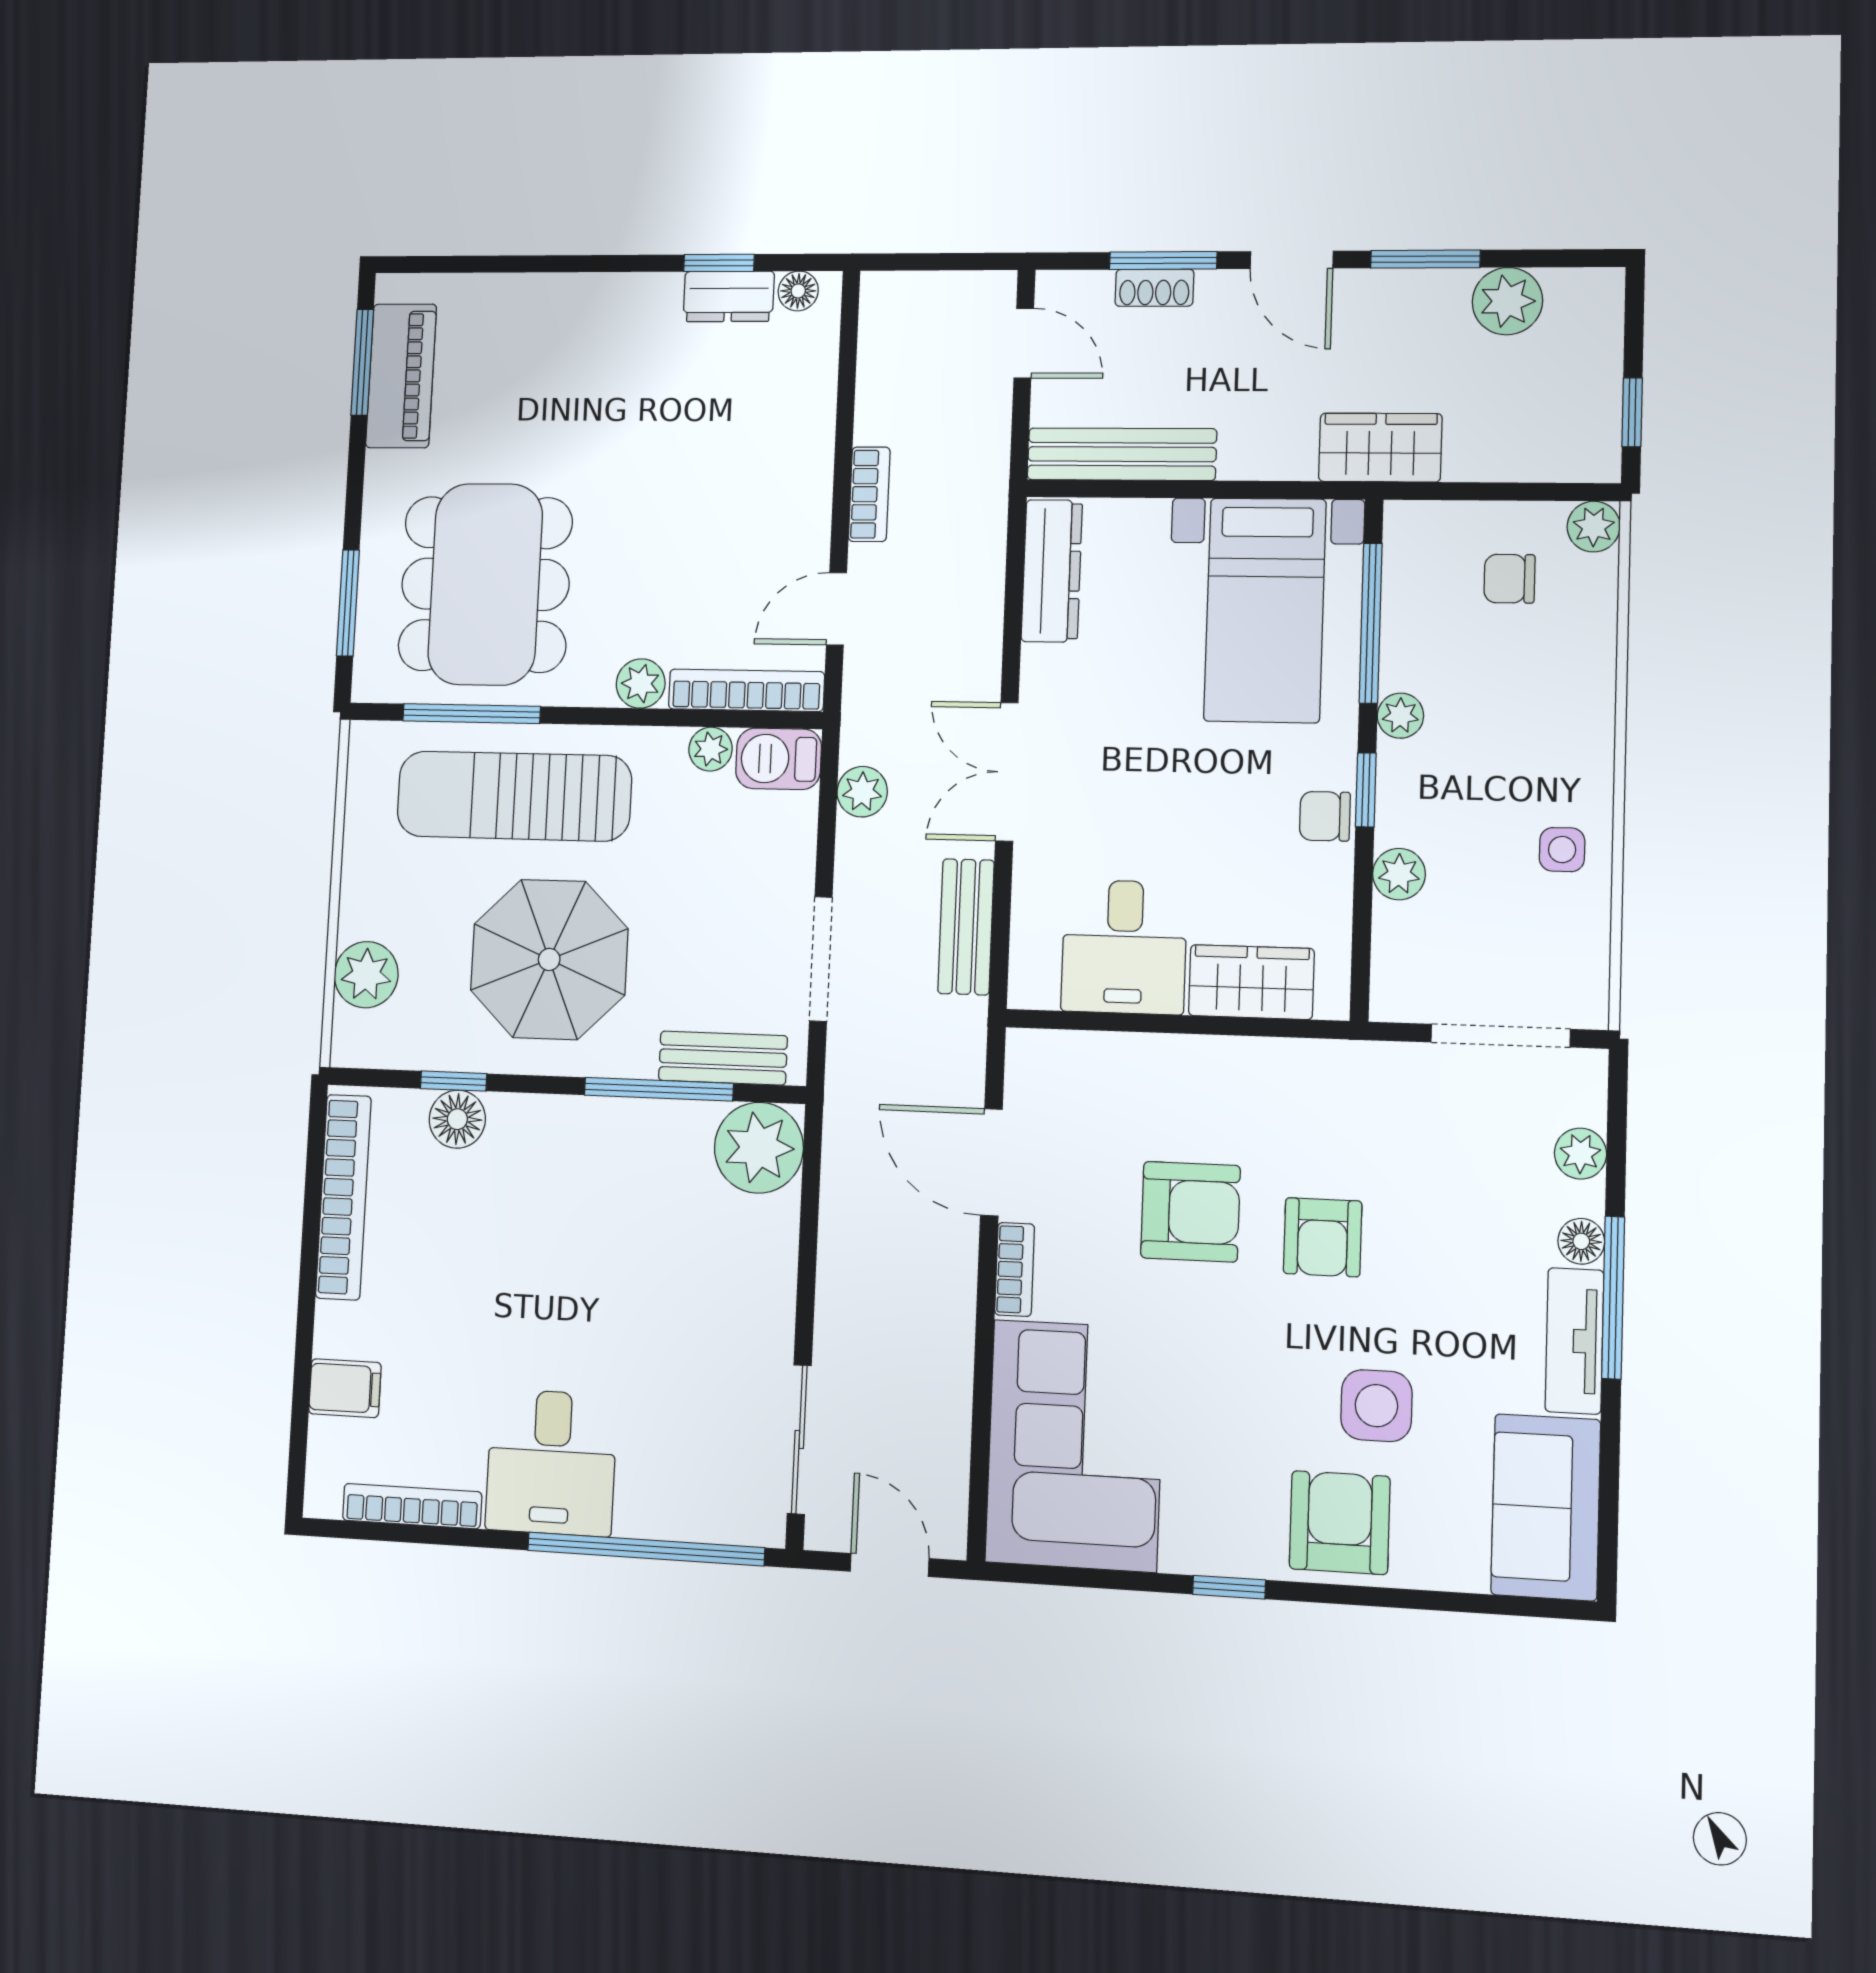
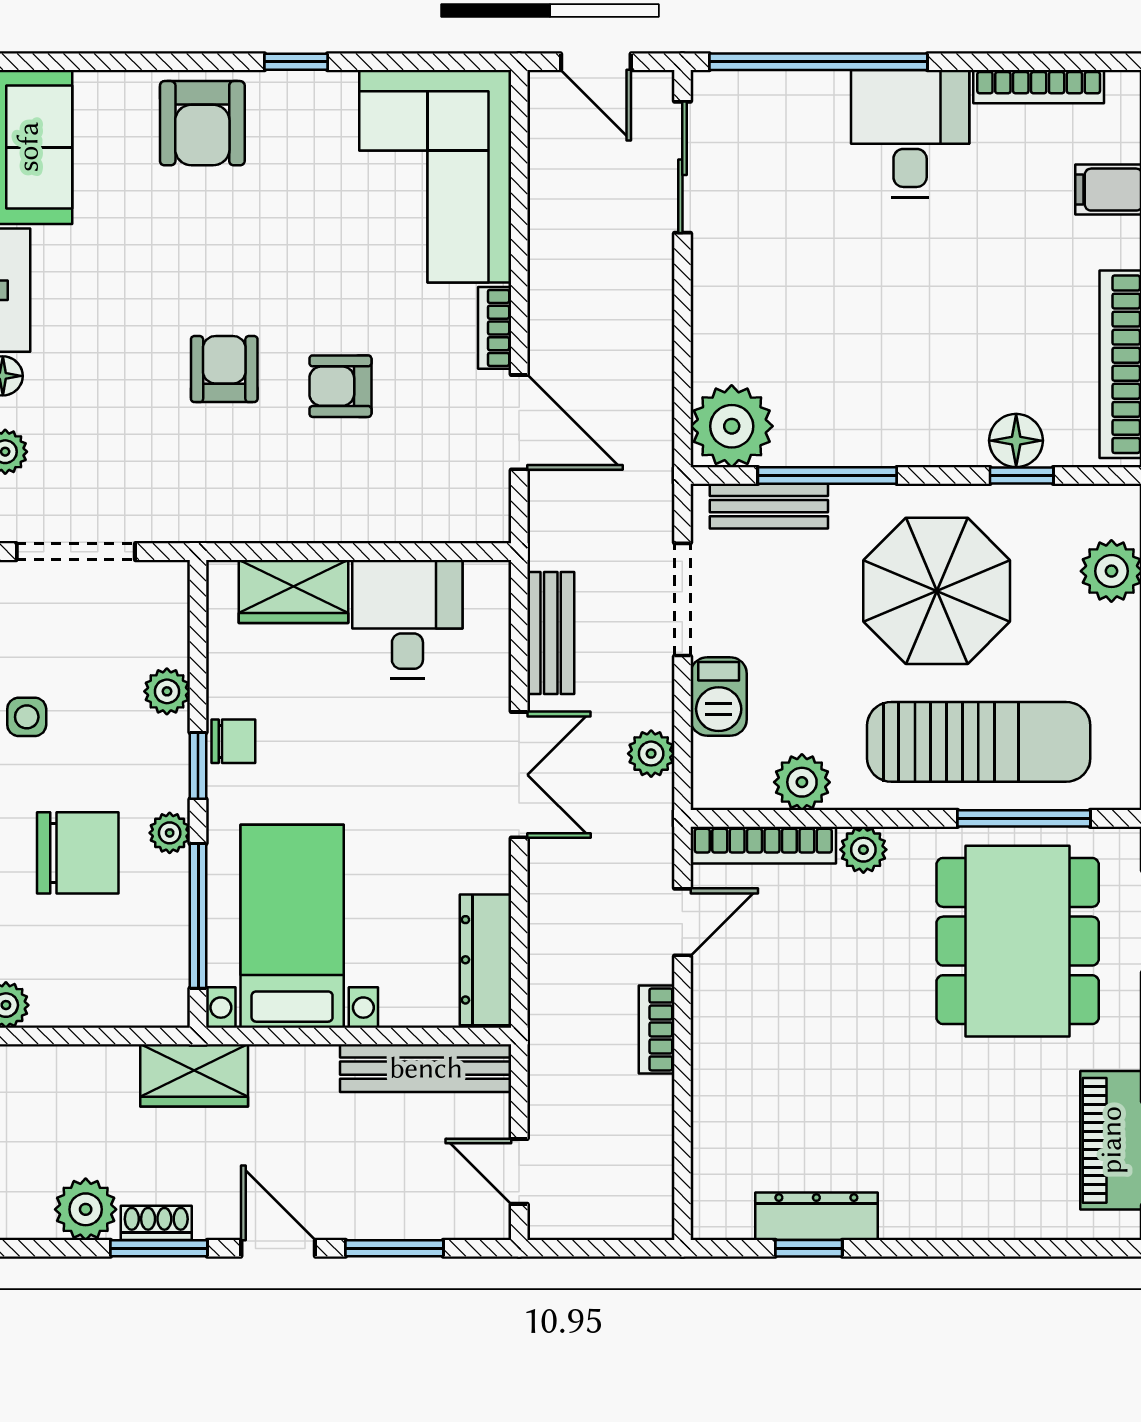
shoe rack: (1154, 288) -> (156, 1223), moved
floor lamp: (798, 291) -> (732, 1221), removed
dresser: (729, 296) -> (816, 1216), width x1.44
chair: (1509, 579) -> (78, 853), moved, width x1.87, depth x1.87
plant: (711, 749) -> (802, 782), width x1.38, depth x1.38
barbecue: (779, 759) -> (719, 696), moved, turned 90
armchair: (1190, 1212) -> (340, 386), width x0.72, depth x0.72
side table: (1376, 1406) -> (174, 225), removed

